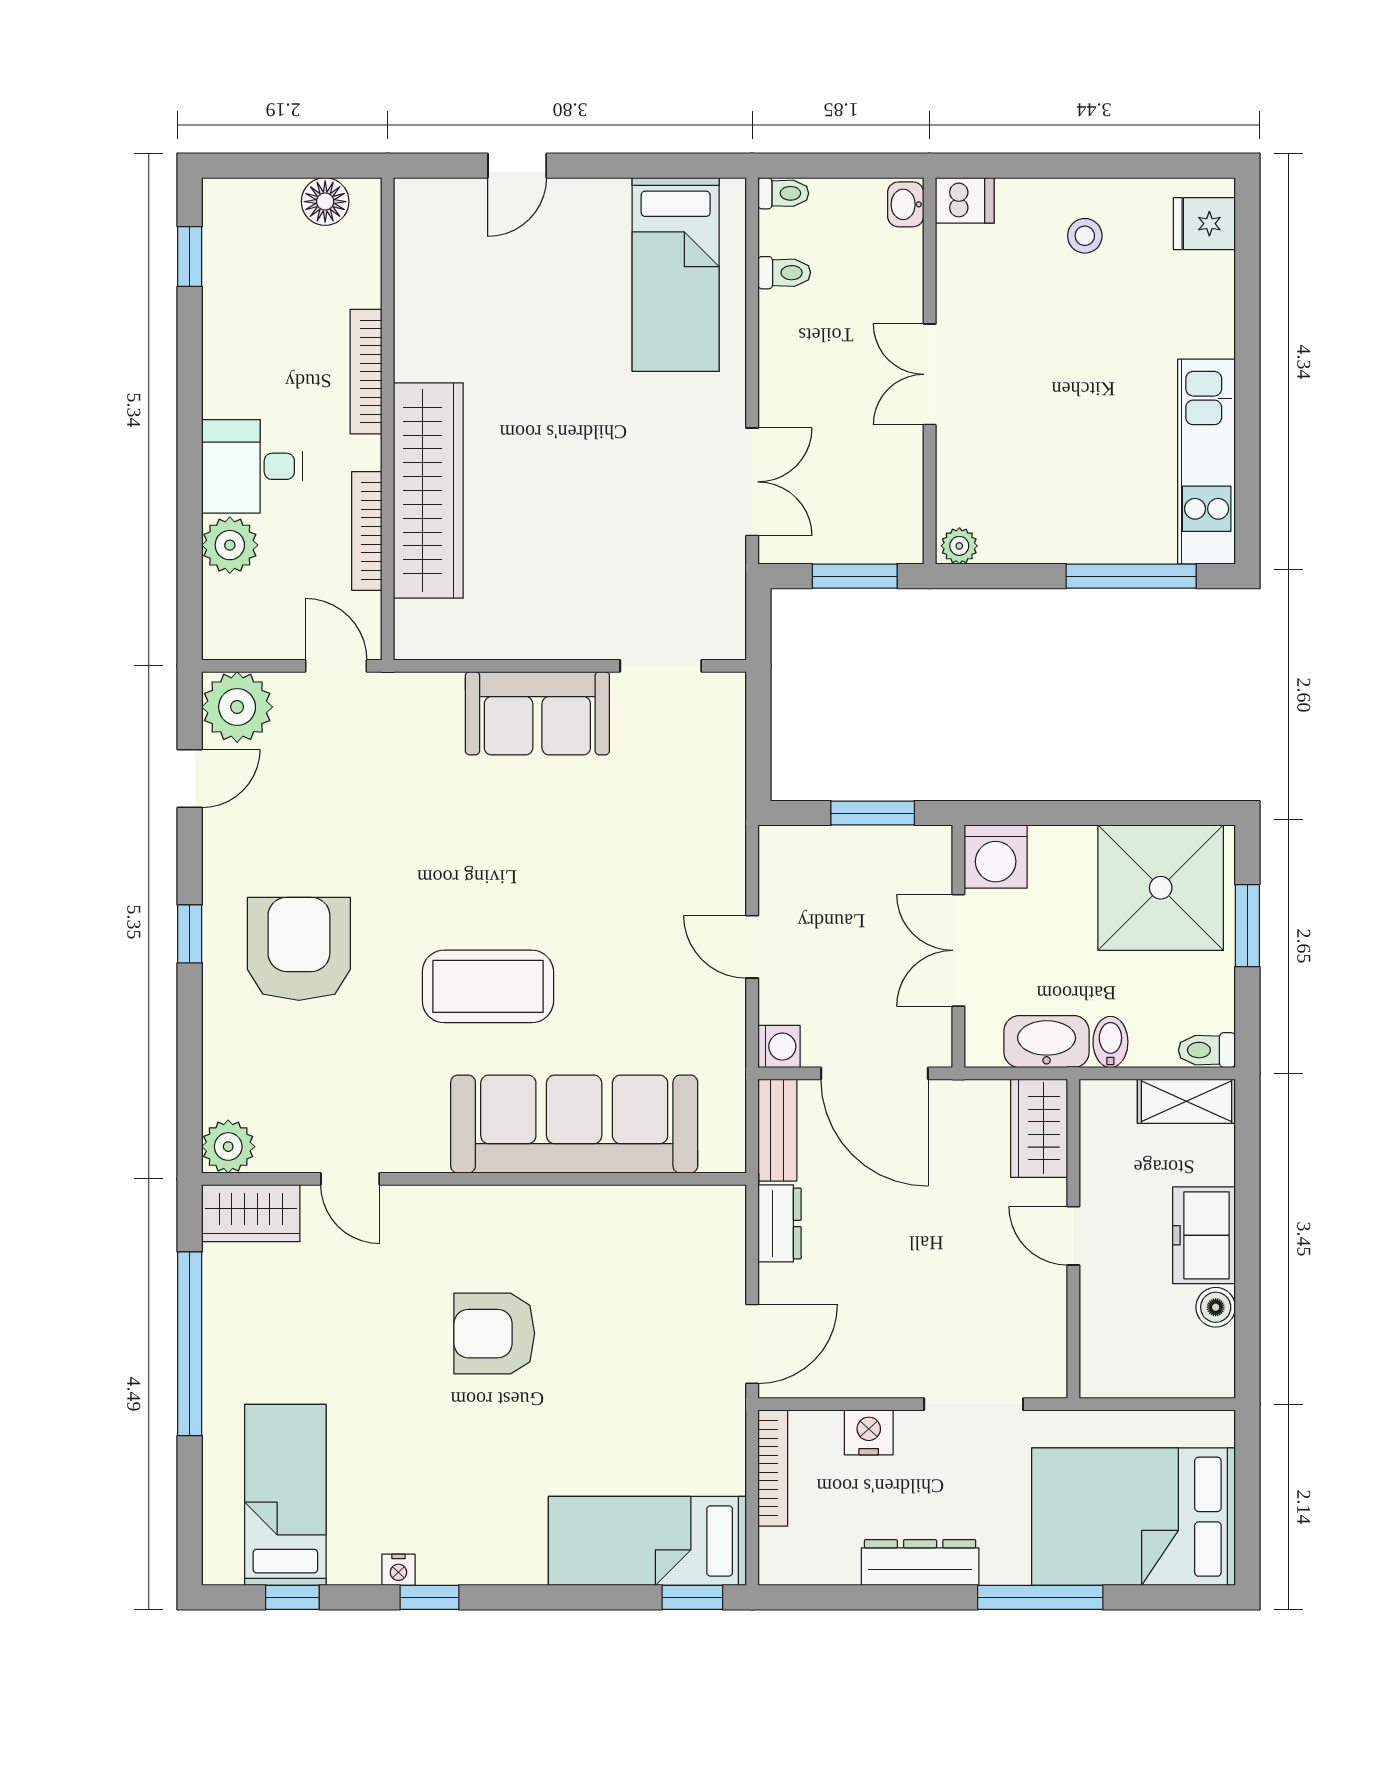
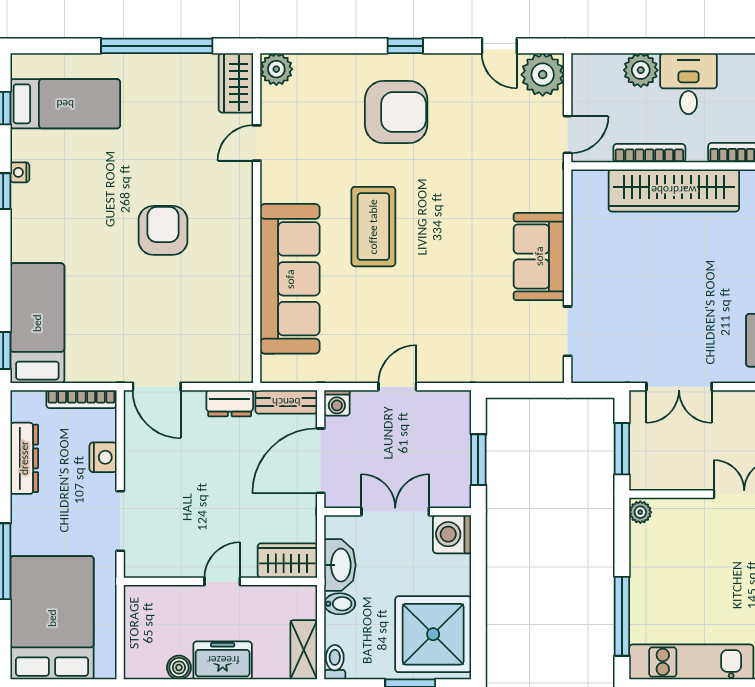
dresser: (920, 1563) -> (24, 458), moved

